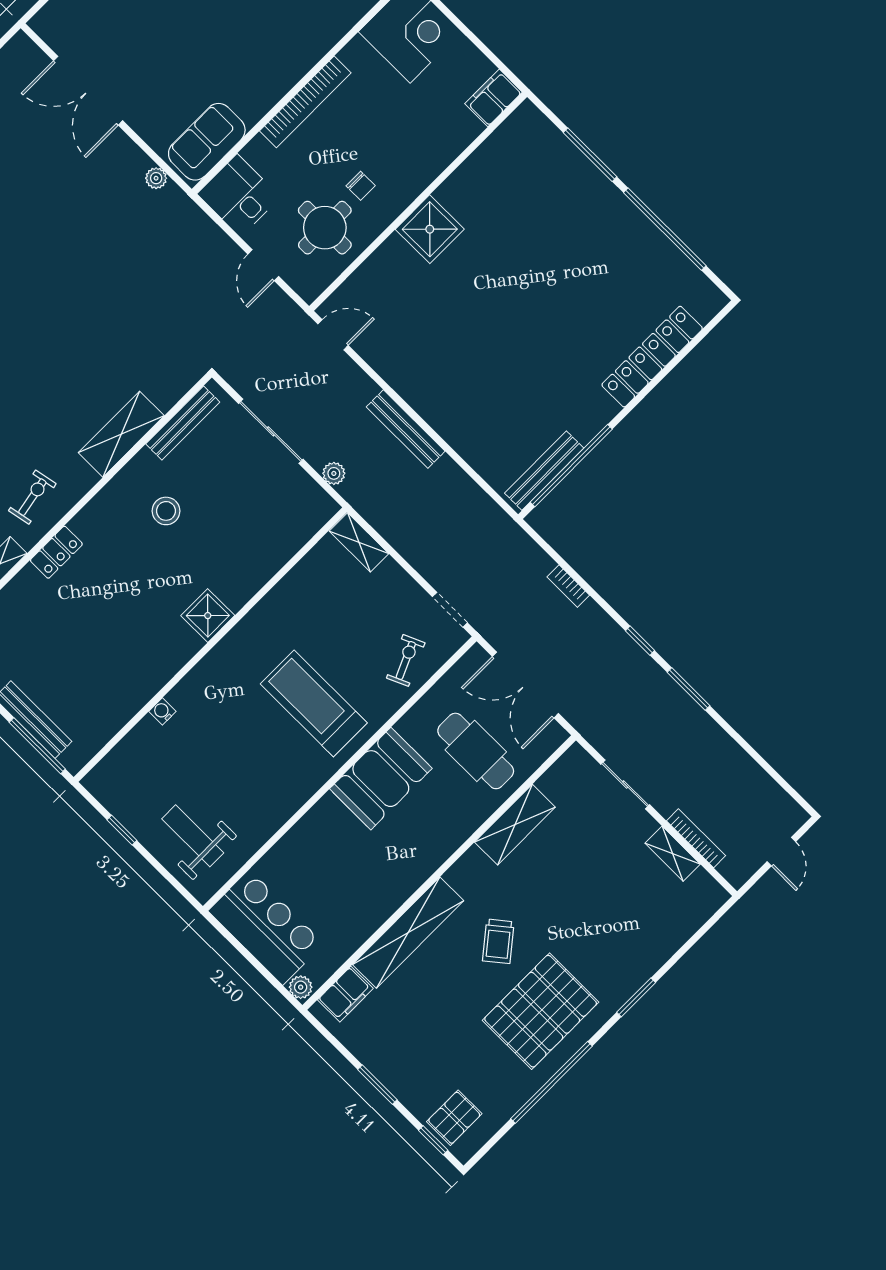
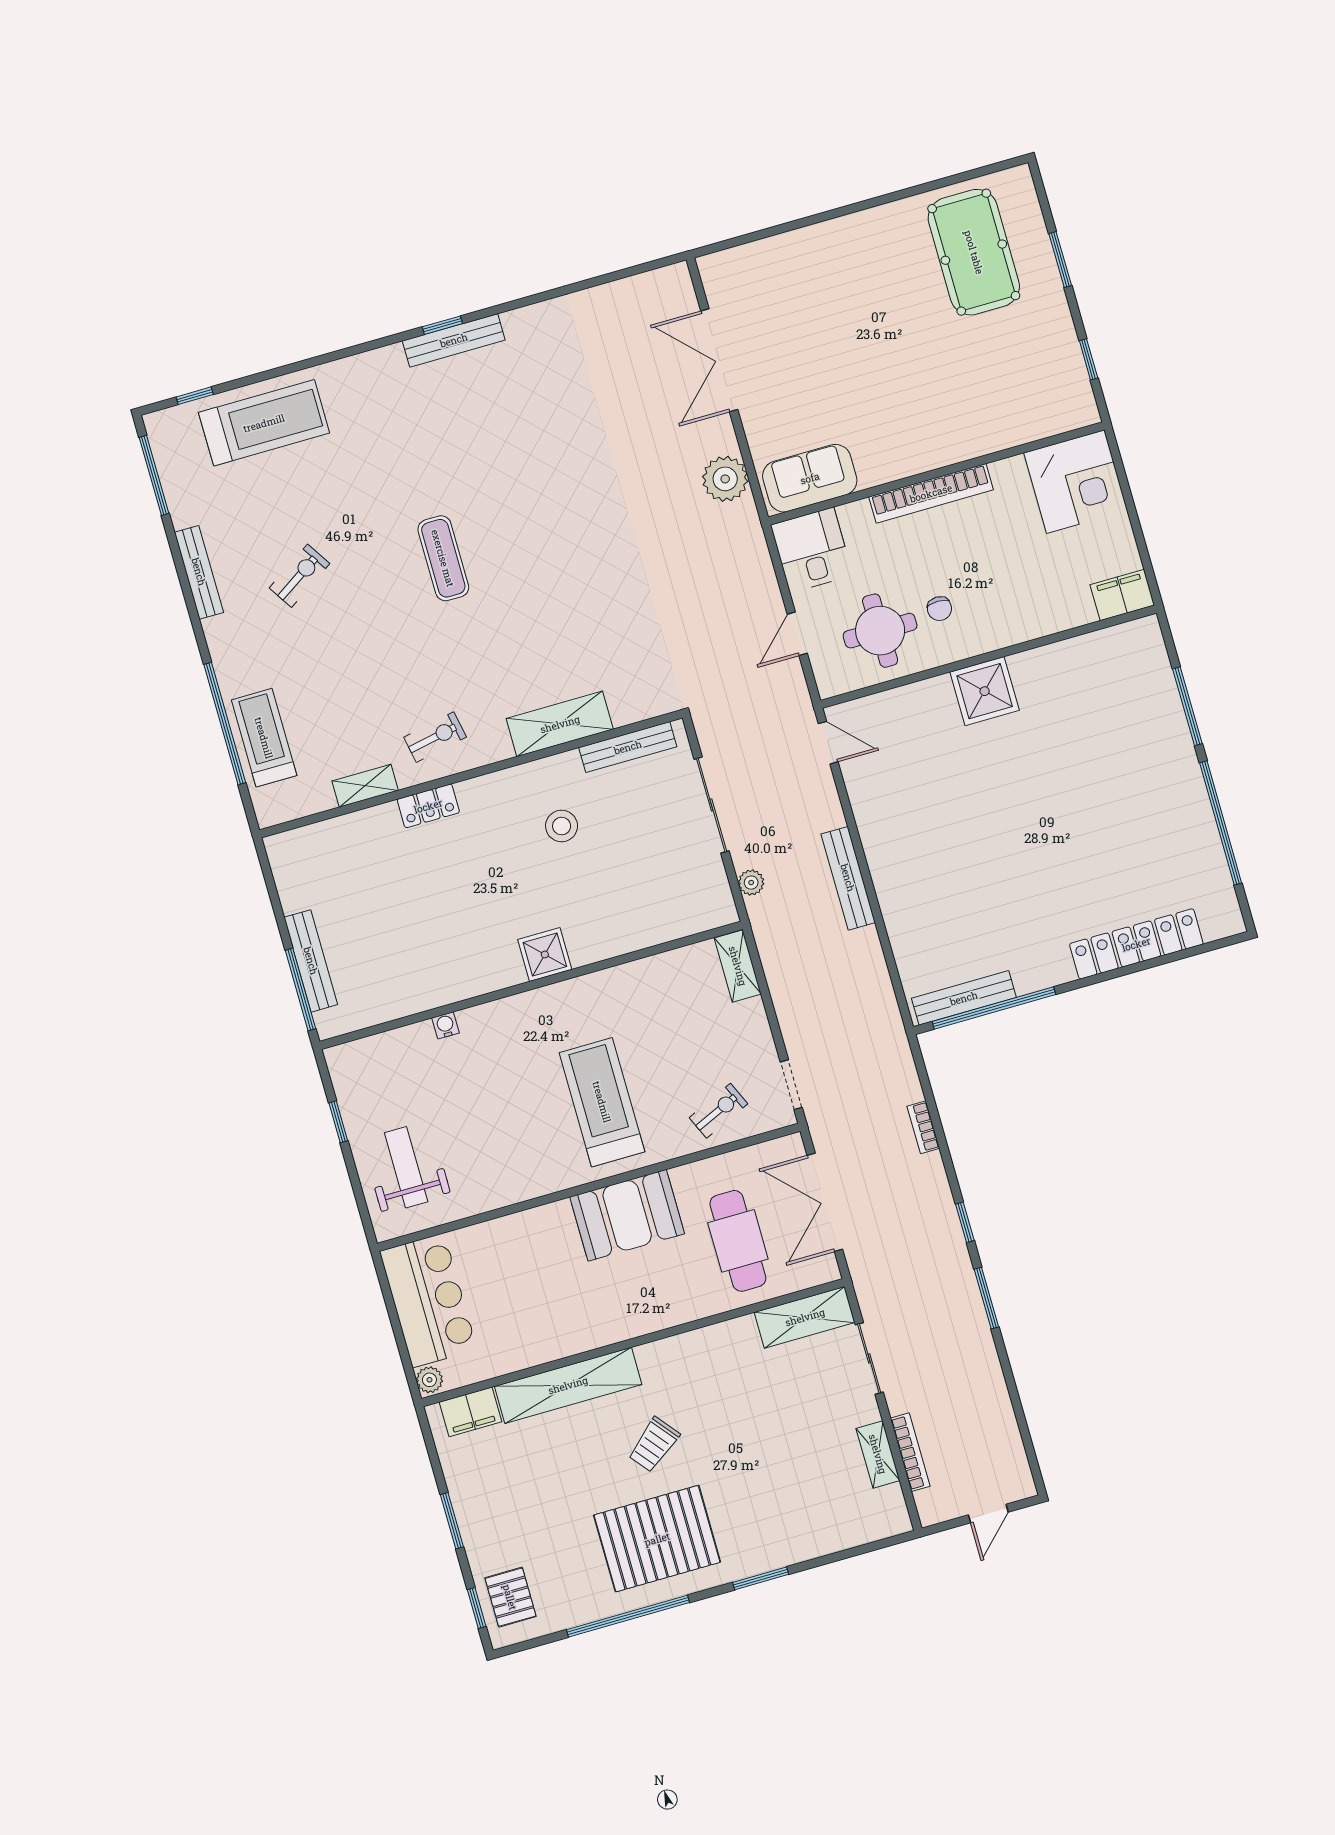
plant: (156, 178) -> (725, 479), width x1.87, depth x1.87
shelving: (515, 825) -> (805, 1317), moved
pallet: (454, 1118) -> (510, 1597), turned 90

